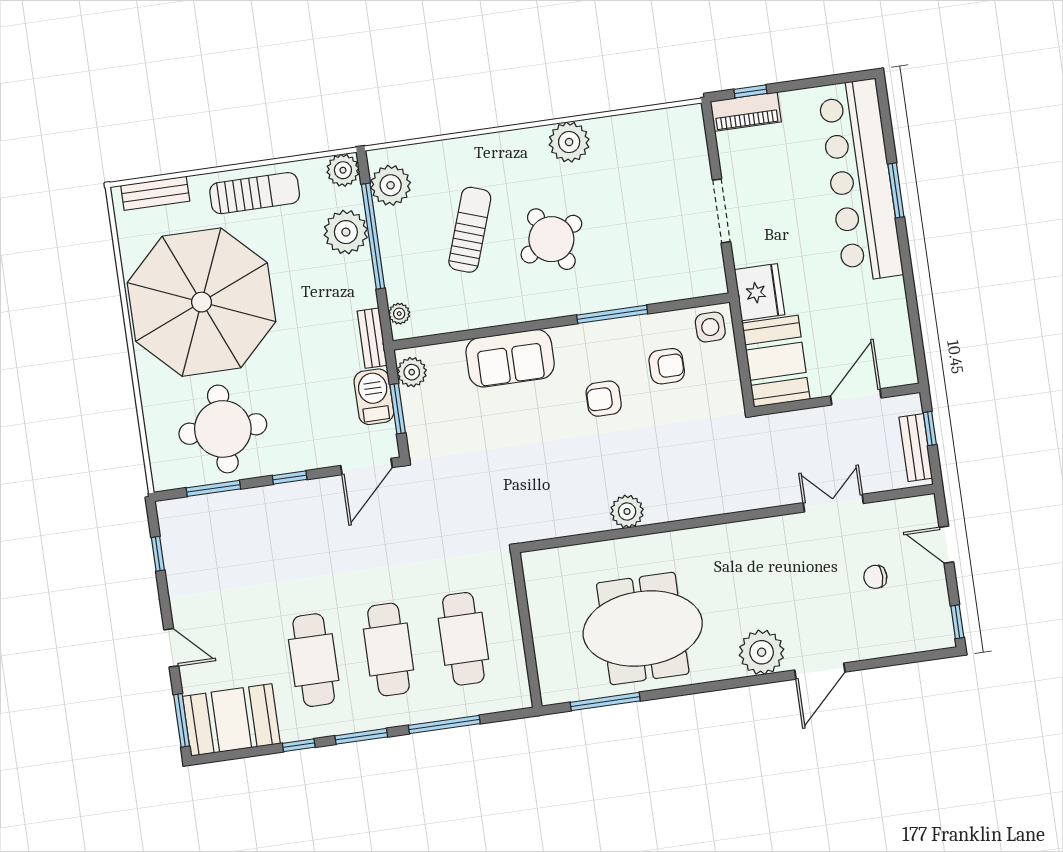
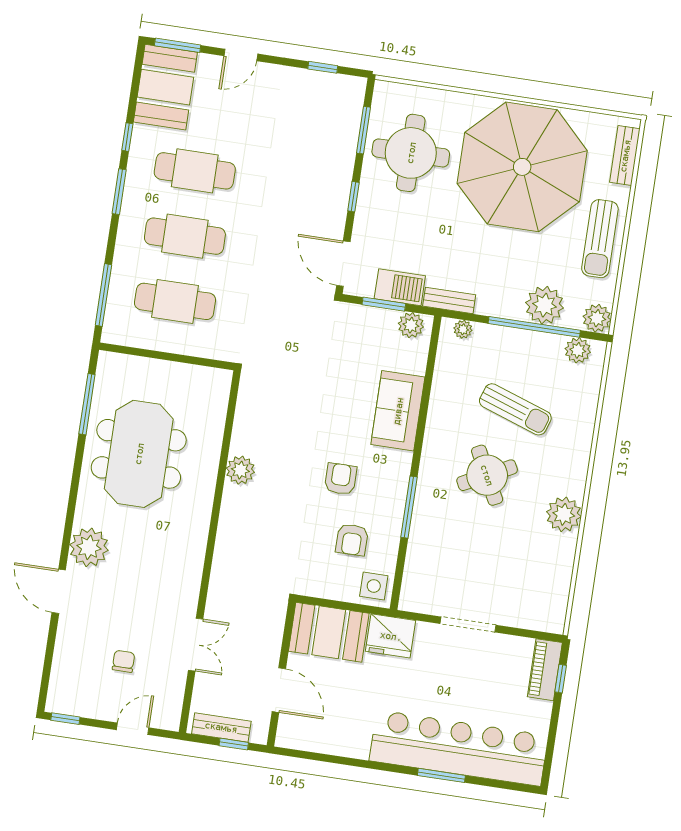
plant: (391, 185) -> (578, 350), width x0.73, depth x0.73
window: (444, 725) -> (103, 295), moved

